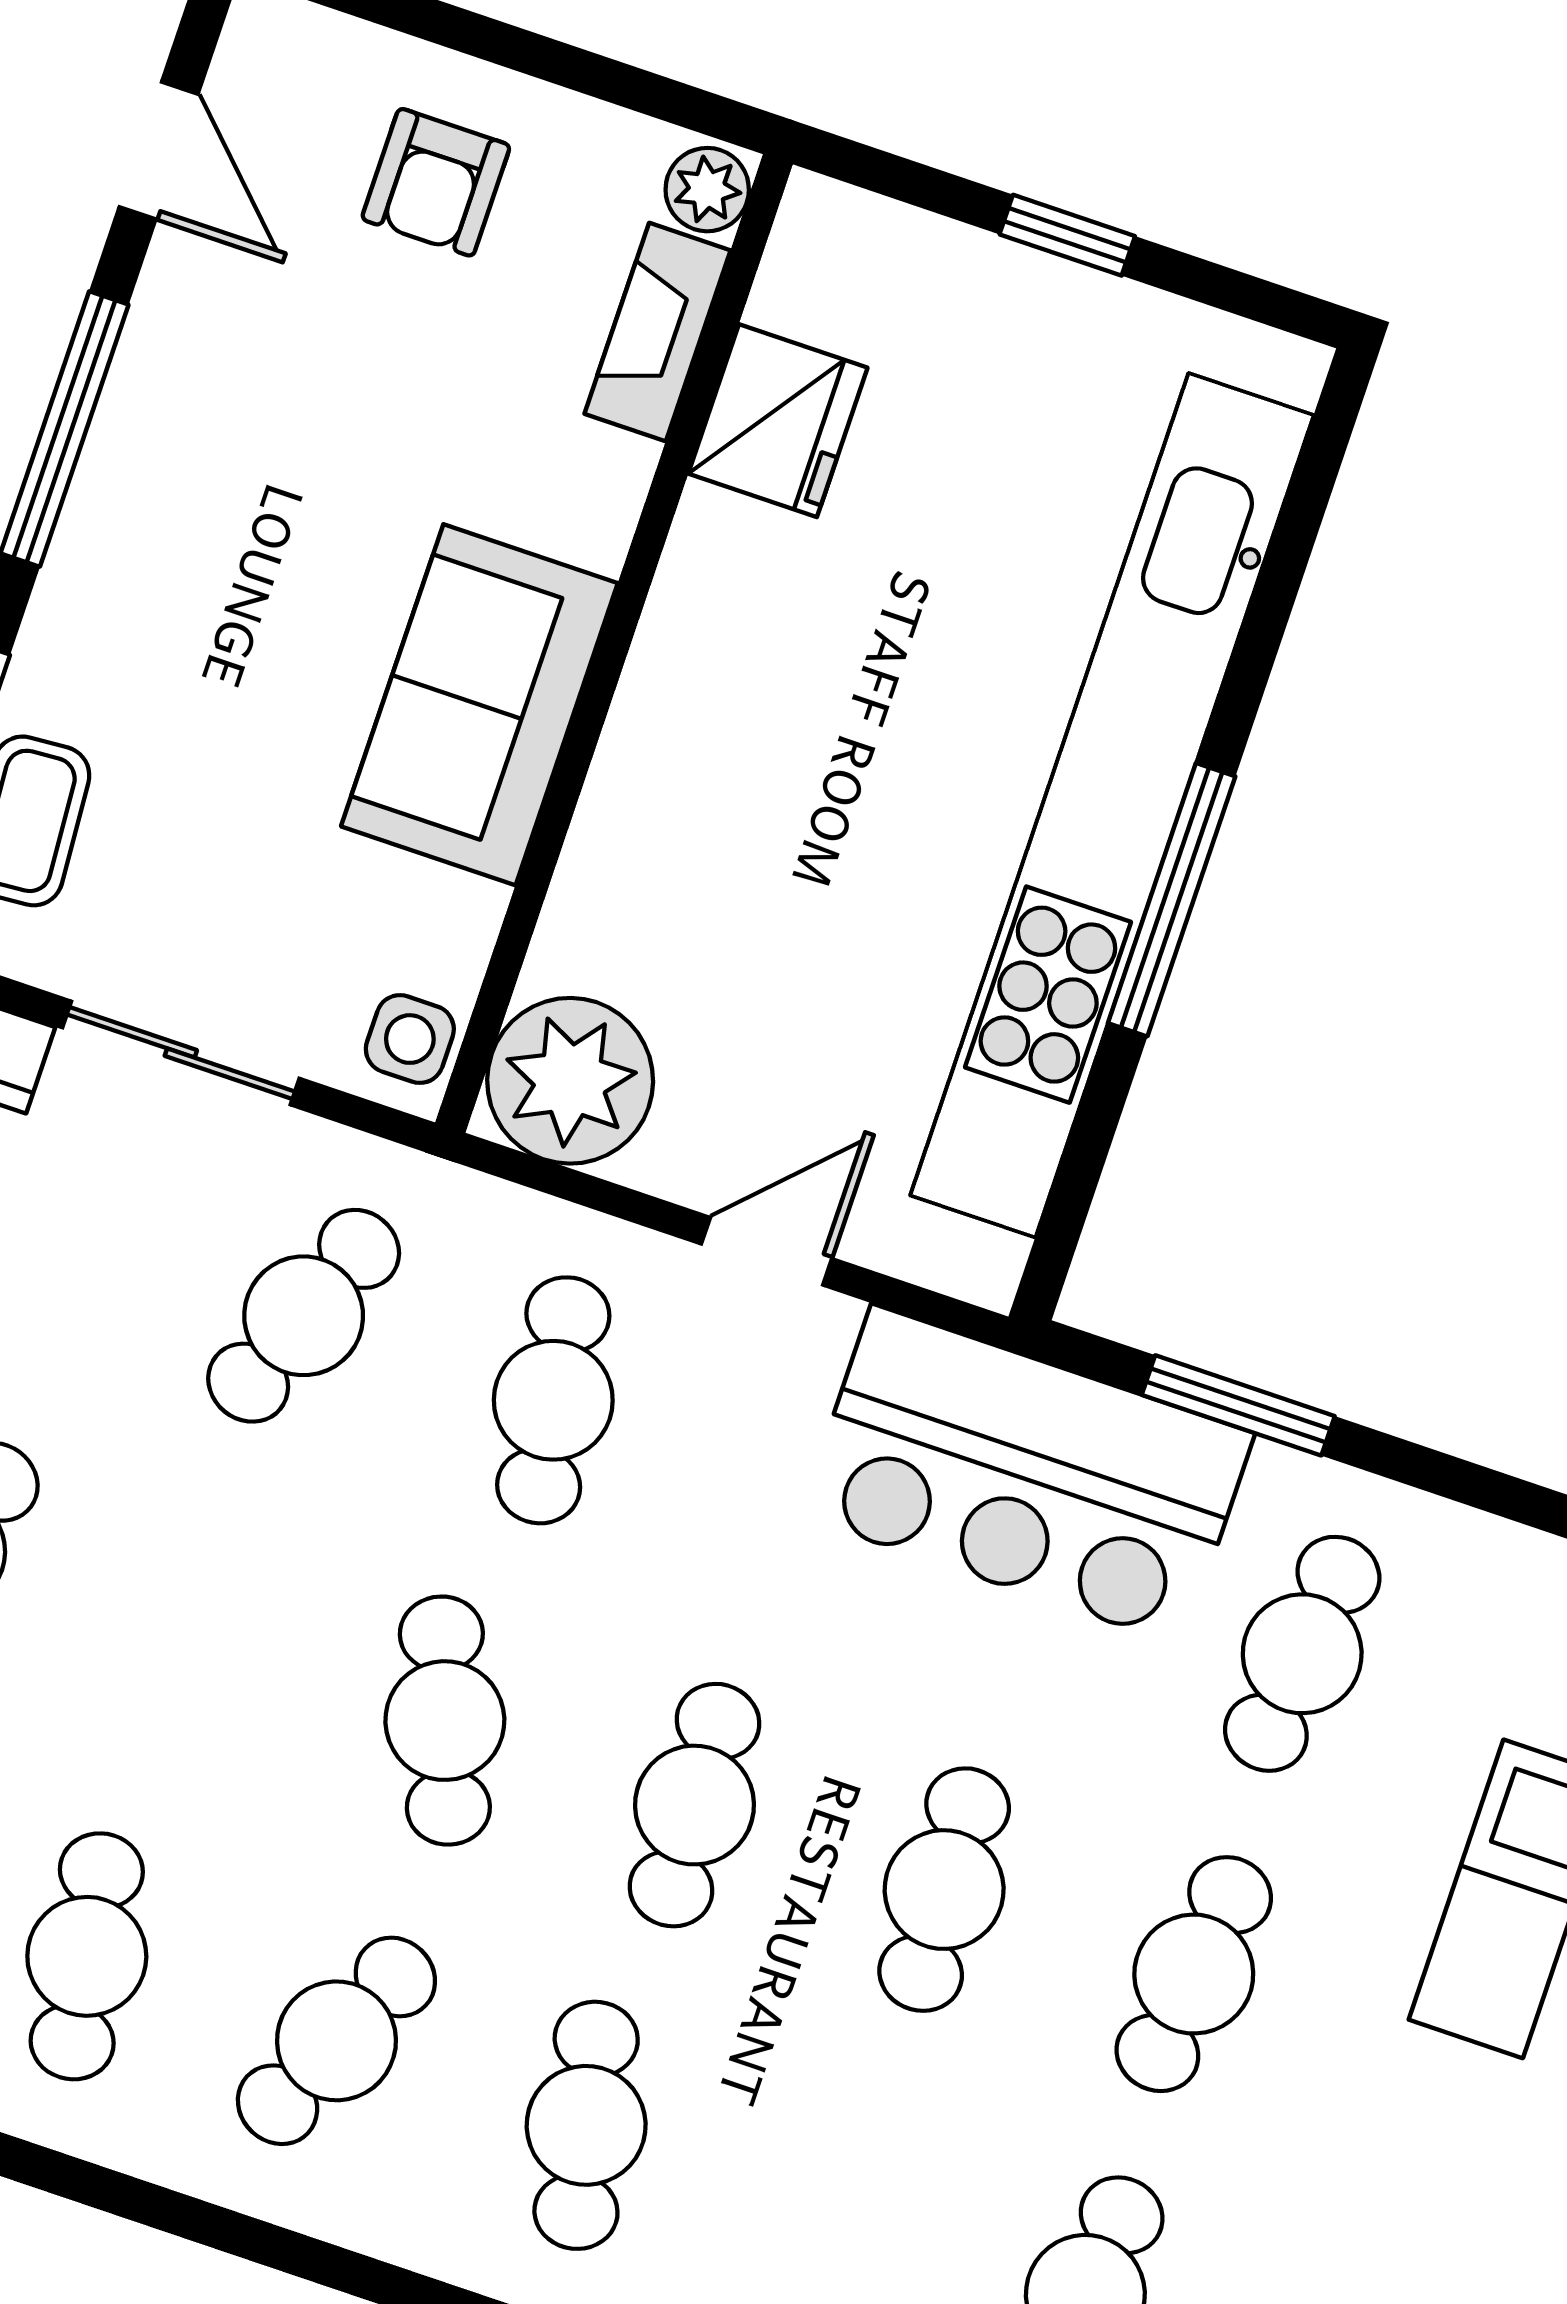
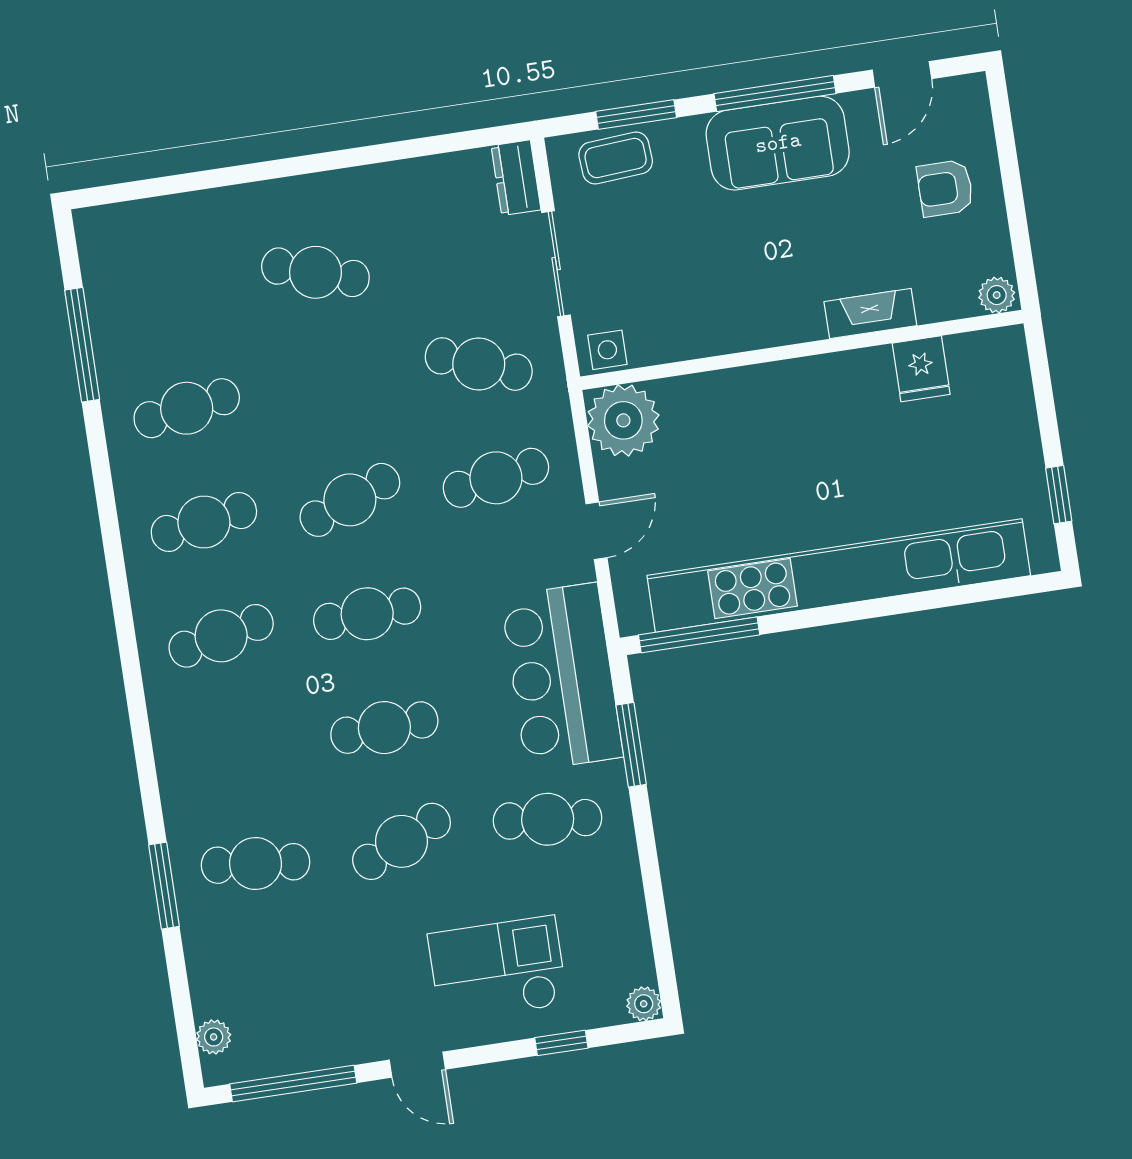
window: (1067, 235) -> (1059, 495), moved
fireplace: (657, 332) -> (870, 314), moved
fridge: (778, 421) -> (921, 369), width x0.72
sofa: (479, 705) -> (778, 143), moved, turned 180
window: (1172, 900) -> (699, 635), moved
door: (767, 1251) -> (596, 531), hinge flipped
cafe table: (1194, 1974) -> (402, 841), turned -30
cafe table: (336, 2041) -> (204, 522), turned -33

